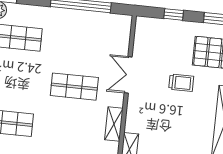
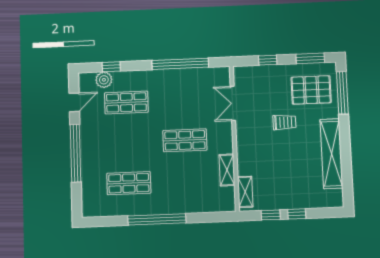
double door: (128, 75) -> (233, 103), moved

